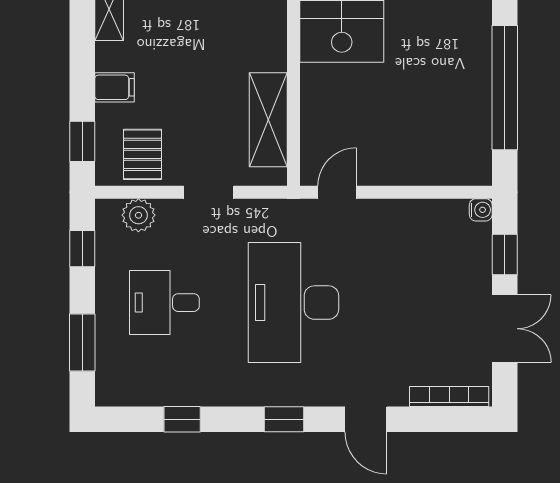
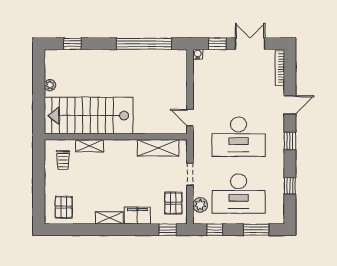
filing cabinet: (114, 87) -> (137, 215), width x2.00
pallet: (143, 154) -> (173, 203), turned 90
desk: (164, 303) -> (239, 194), width x1.87, depth x1.30

